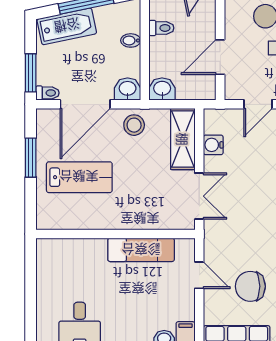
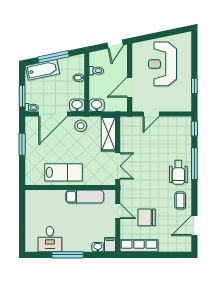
water cooler: (213, 145) -> (126, 137), removed
lab bench: (79, 177) -> (63, 172), moved

